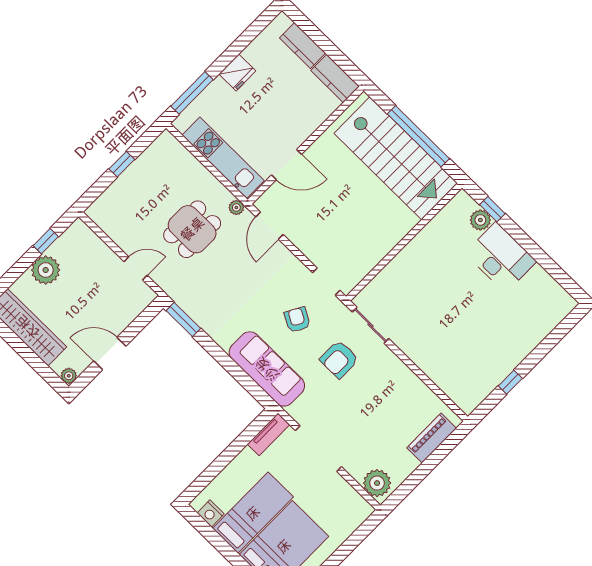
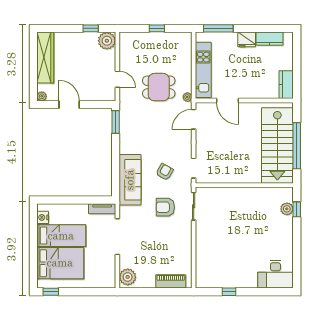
kitchen counter: (303, 45) -> (270, 39), moved, turned -90
desk: (501, 257) -> (275, 274), moved, turned 90
plant: (46, 270) -> (107, 41), moved

